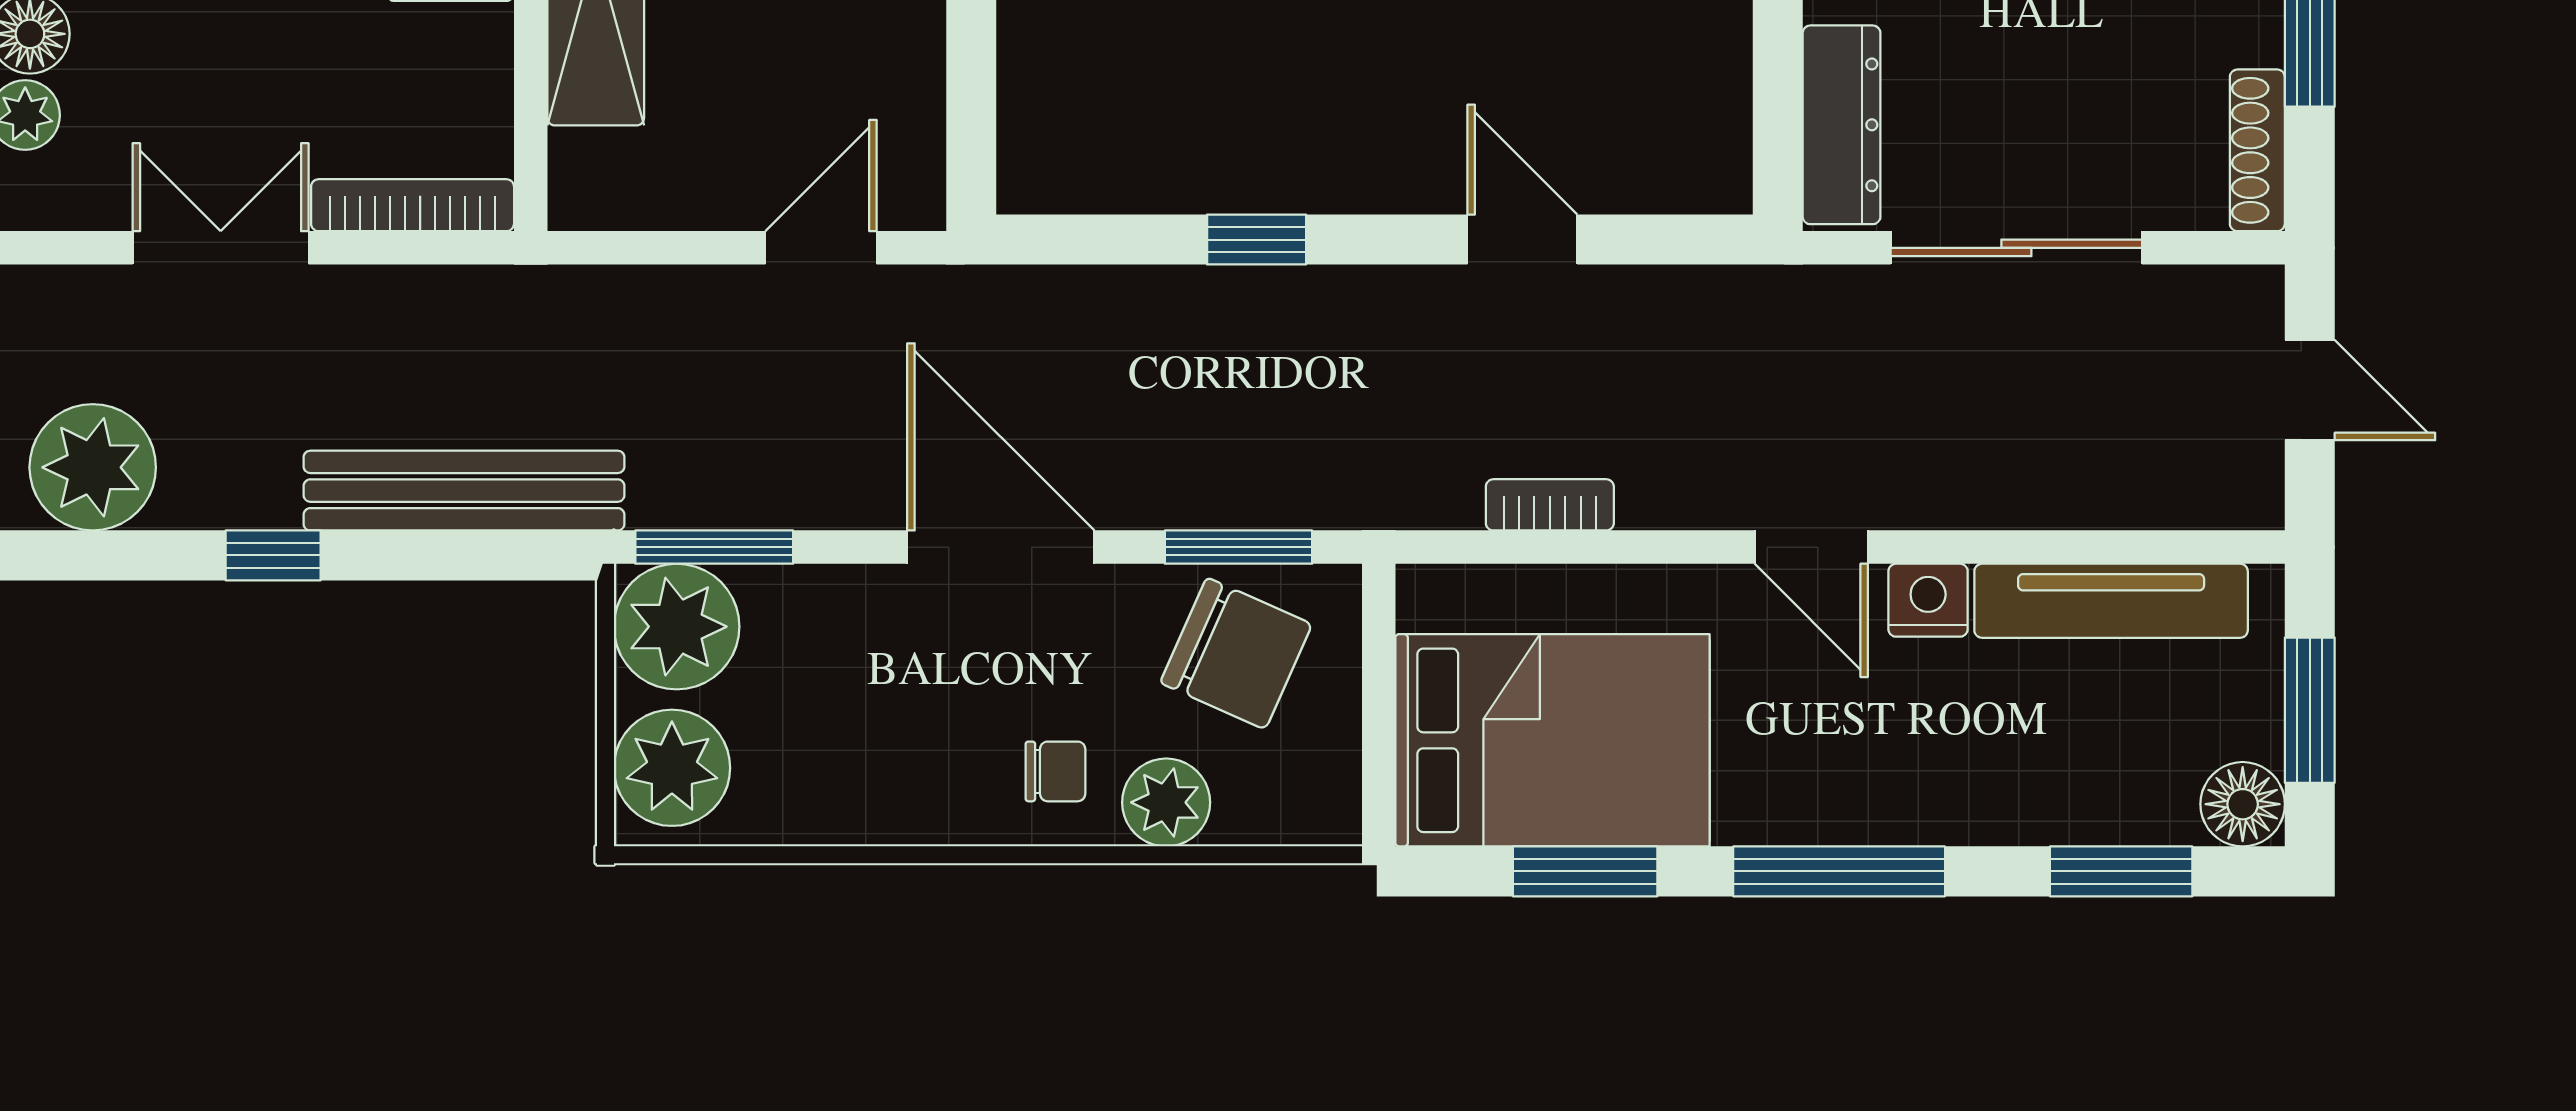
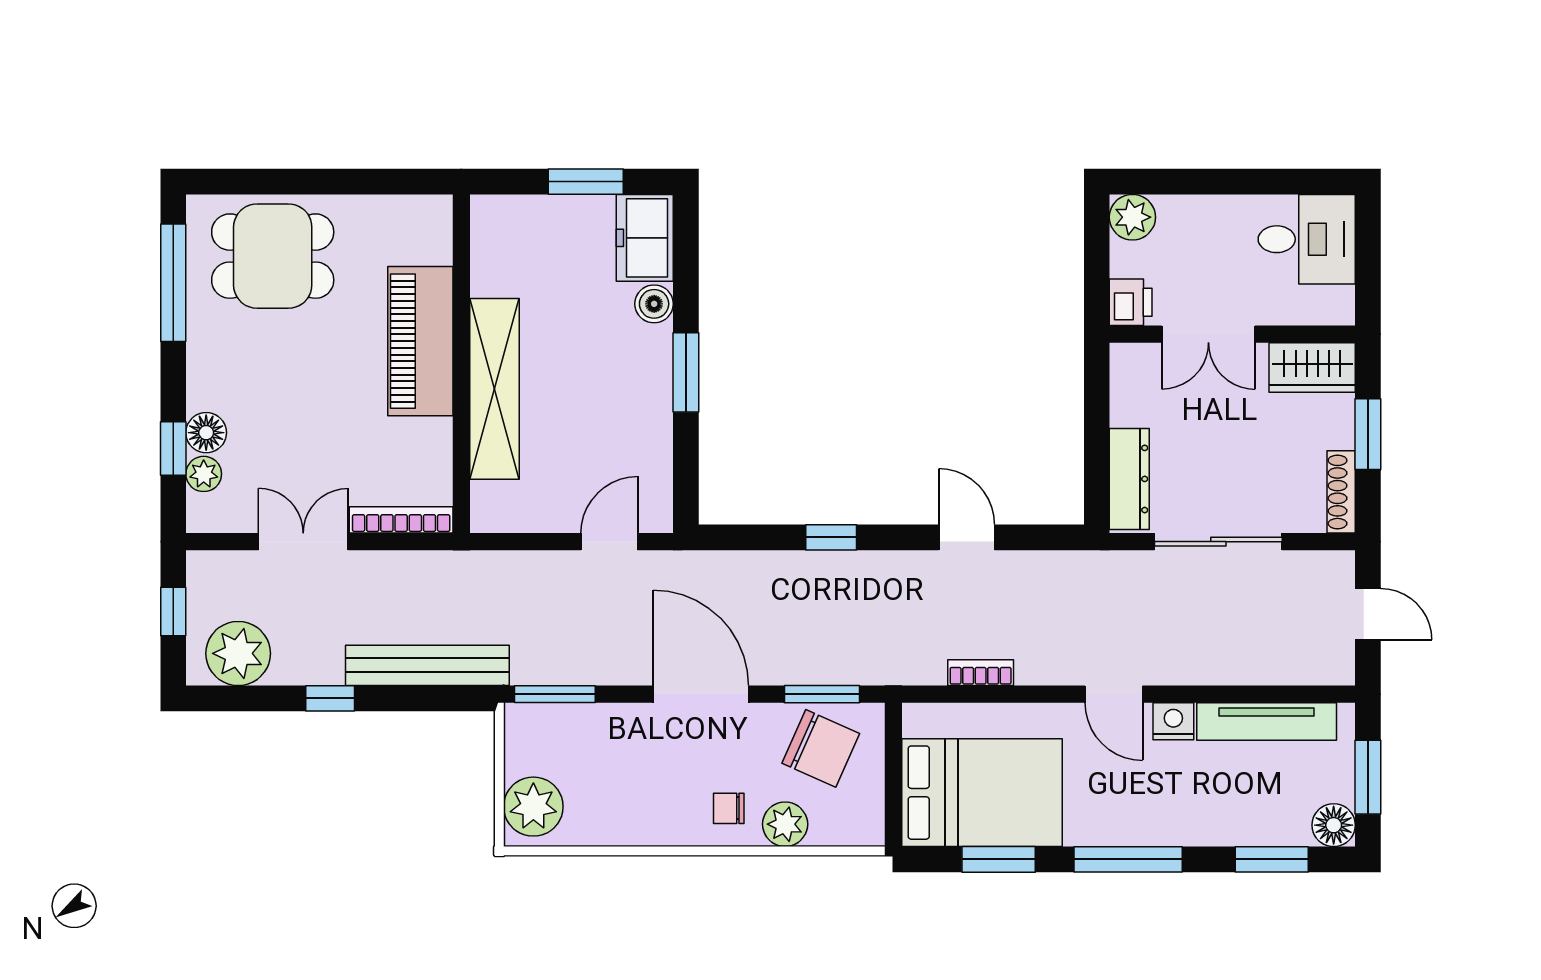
plant: (677, 627) -> (536, 735), removed
chair: (1055, 771) -> (729, 808), turned 180

